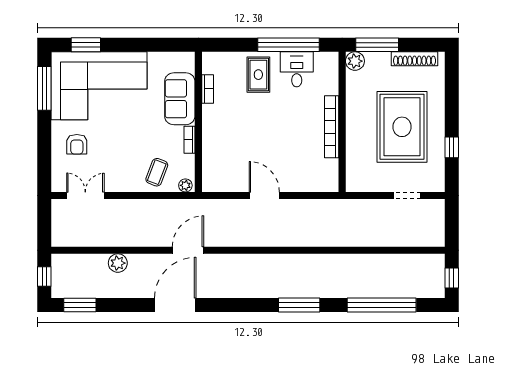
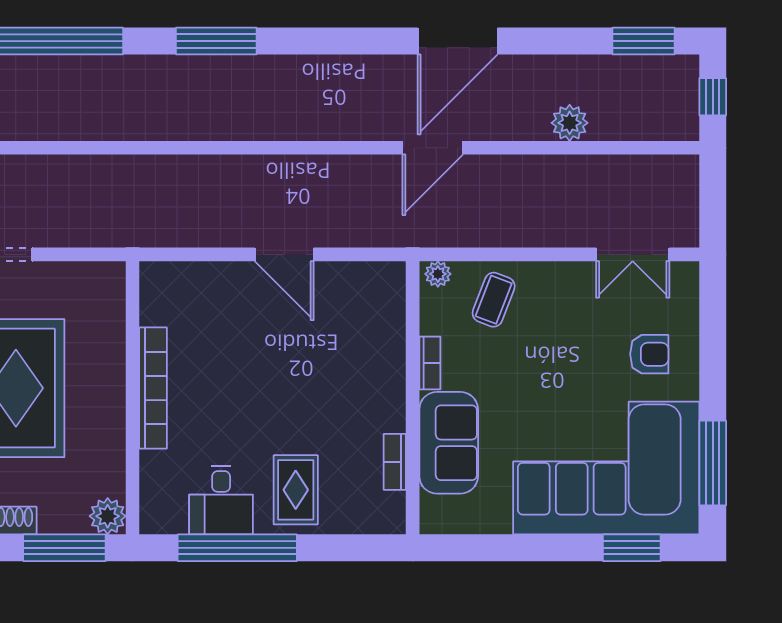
armchair: (77, 144) -> (649, 354), turned 90

